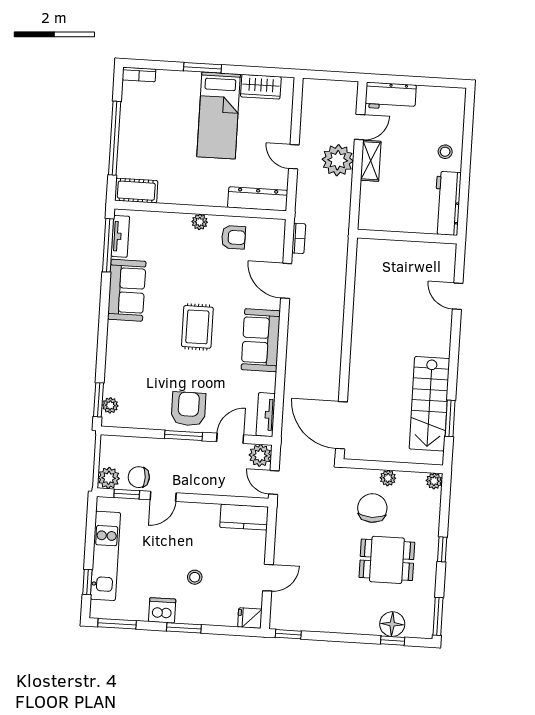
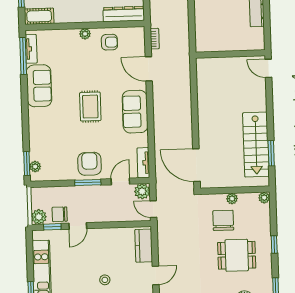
wall: (407, 237) -> (230, 54), moved
kitchen counter: (244, 517) -> (144, 246), moved, turned 90

